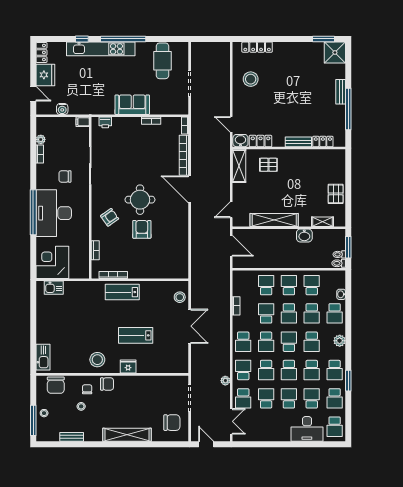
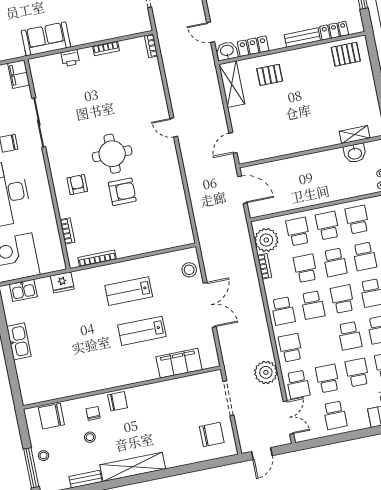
sofa: (132, 105) -> (46, 39), moved
filing cabinet: (83, 122) -> (19, 74), width x2.00
printer: (105, 122) -> (70, 58), moved
bookcase: (184, 155) -> (157, 85), removed
door: (190, 189) -> (174, 127), width x0.53
pallet: (336, 194) -> (346, 54), moved, turned 90
armchair: (110, 217) -> (77, 185), turned -55
shelving: (274, 220) -> (291, 145), removed
armchair: (142, 229) -> (122, 192), turned 90
washbasin: (304, 235) -> (355, 153), moved
plant: (241, 287) -> (266, 240), added
lab bench: (122, 292) -> (129, 291), moved
kitchen sink: (43, 357) -> (19, 341), moved
stool: (97, 360) -> (99, 372), removed
filing cabinet: (158, 365) -> (179, 363), added
fridge: (128, 367) -> (62, 282), moved, turned 180
school desk: (266, 370) -> (335, 415), moved
plant: (225, 381) -> (266, 372), width x1.87, depth x1.87
chair: (56, 385) -> (51, 416), turned 90
shelving: (127, 435) -> (133, 467), moved
door: (206, 444) -> (262, 454), swing flipped

